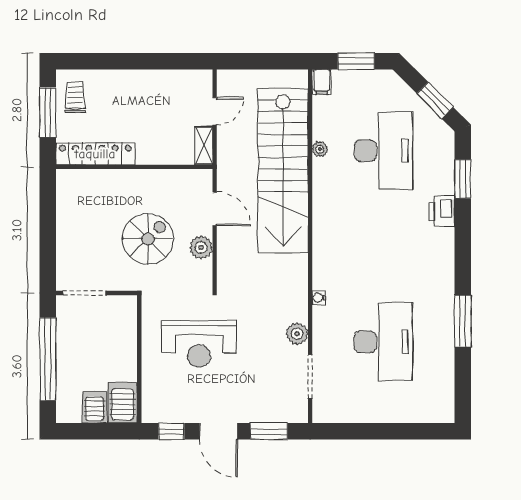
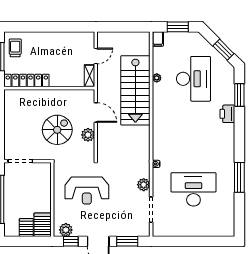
stairs: (283, 171) -> (135, 90), width x0.73
desk: (383, 342) -> (193, 189), turned -90
plant: (163, 412) -> (66, 230), added

